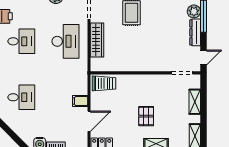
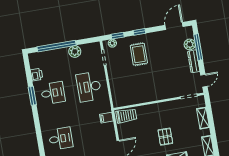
wardrobe: (97, 40) -> (115, 81), removed
desk: (65, 41) -> (89, 87), turned 180
filing cabinet: (80, 101) -> (106, 118), moved

